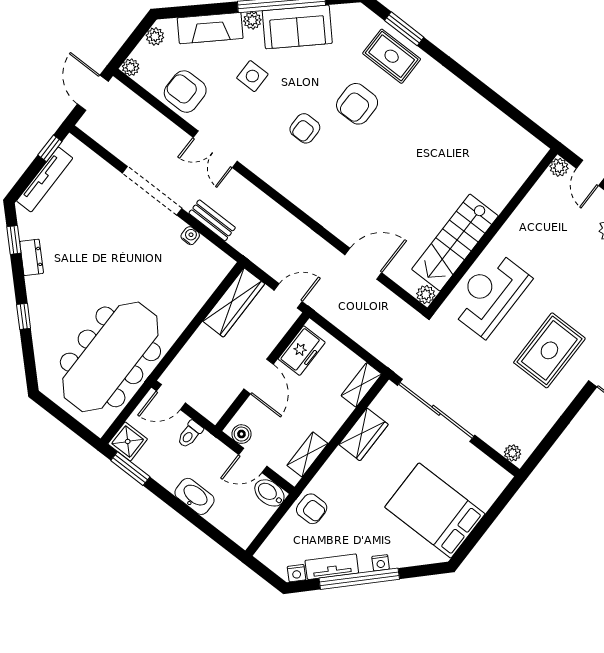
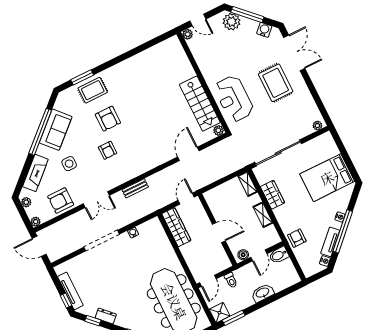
plant: (252, 20) -> (42, 150), removed
window: (50, 148) -> (66, 301), moved
bench: (212, 220) -> (135, 188), moved
freezer: (302, 351) -> (216, 205), removed
shelving: (307, 454) -> (263, 215), moved
armchair: (312, 509) -> (297, 238), turned -90

